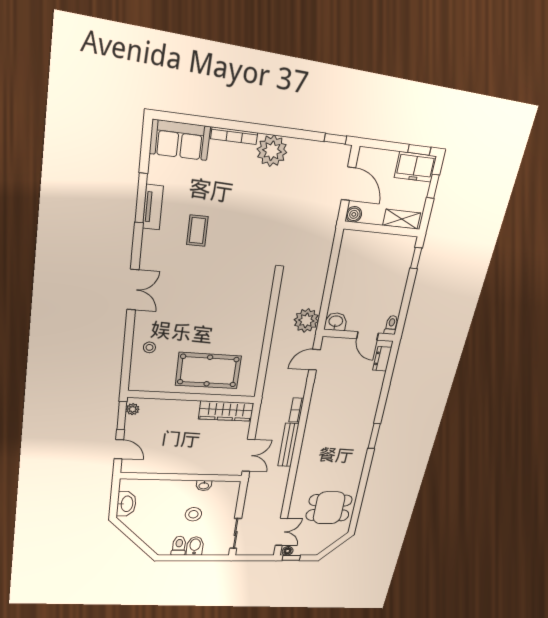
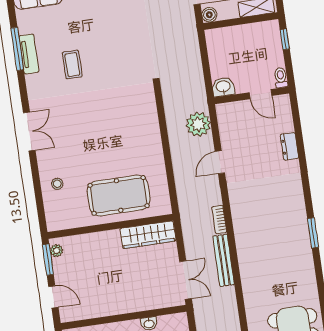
washbasin: (336, 322) -> (223, 87), moved
toilet: (391, 325) -> (281, 78), moved
wall: (359, 335) -> (252, 95), moved
door: (368, 336) -> (261, 94), moved

